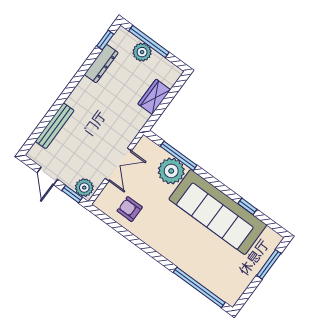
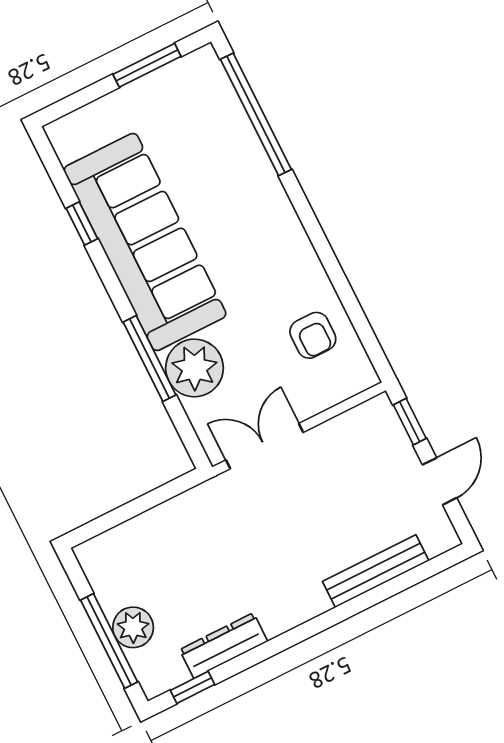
wardrobe: (154, 97) -> (154, 528), removed
window: (179, 156) -> (149, 359), moved
double door: (118, 165) -> (265, 446), moved
plant: (84, 188) -> (380, 422), removed
window: (269, 264) -> (147, 65), moved

